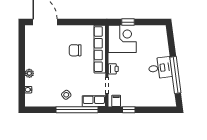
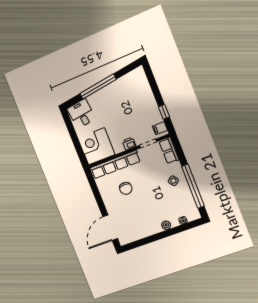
window: (128, 22) -> (78, 147), removed
desk: (160, 68) -> (81, 114), moved
window: (175, 75) -> (98, 86), moved
window: (77, 110) -> (193, 186), moved

